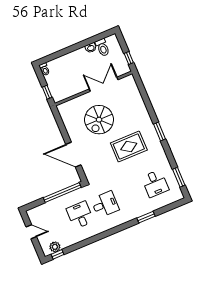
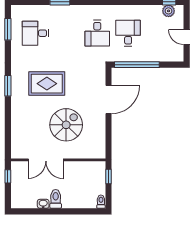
toilet: (102, 48) -> (56, 199), moved
door: (73, 155) -> (108, 99), hinge flipped
desk: (155, 183) -> (36, 33), turned -90
desk: (105, 204) -> (97, 33), turned -90
desk: (80, 215) -> (128, 33), turned 180

